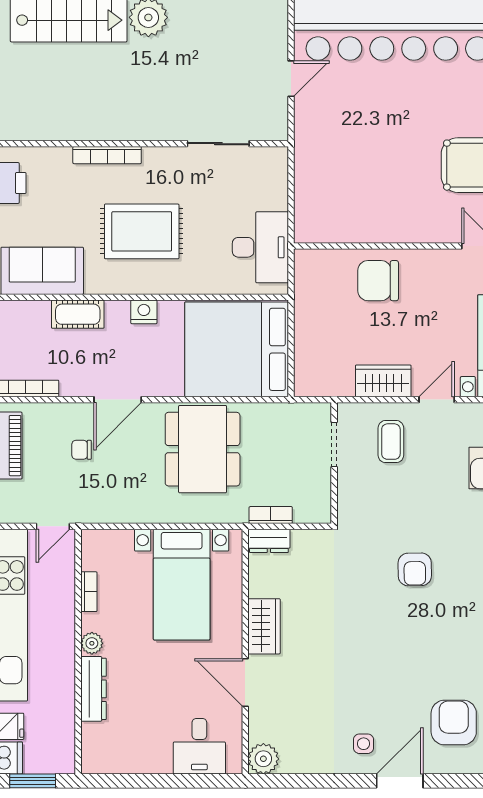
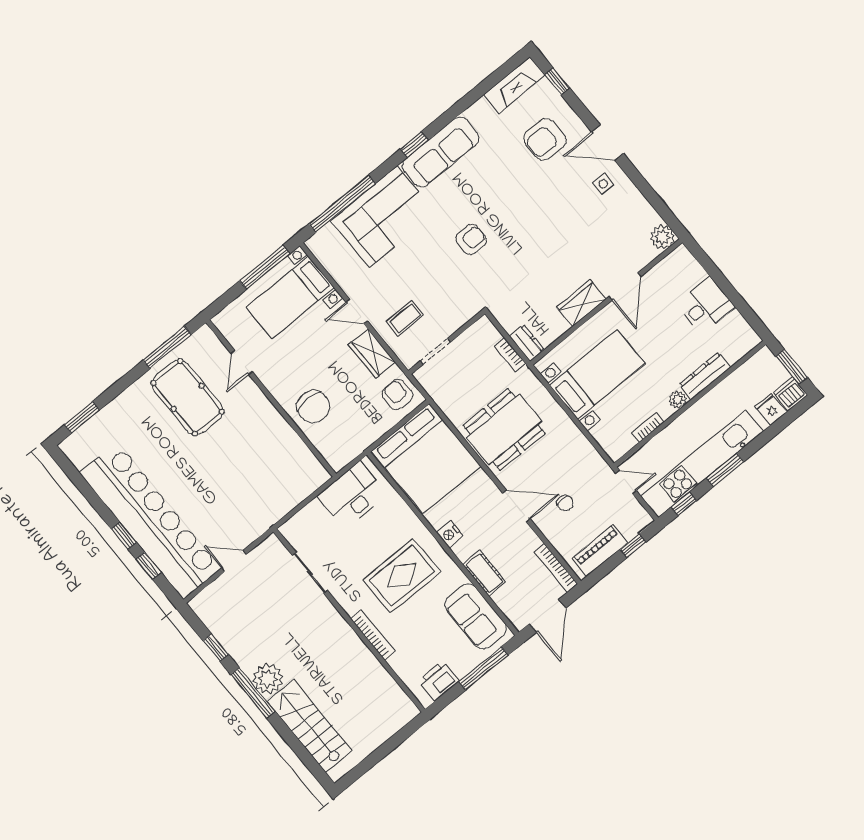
rug: (142, 231) -> (402, 576), turned 90
armchair: (323, 373) -> (397, 394), added
desk: (199, 746) -> (706, 305), moved

